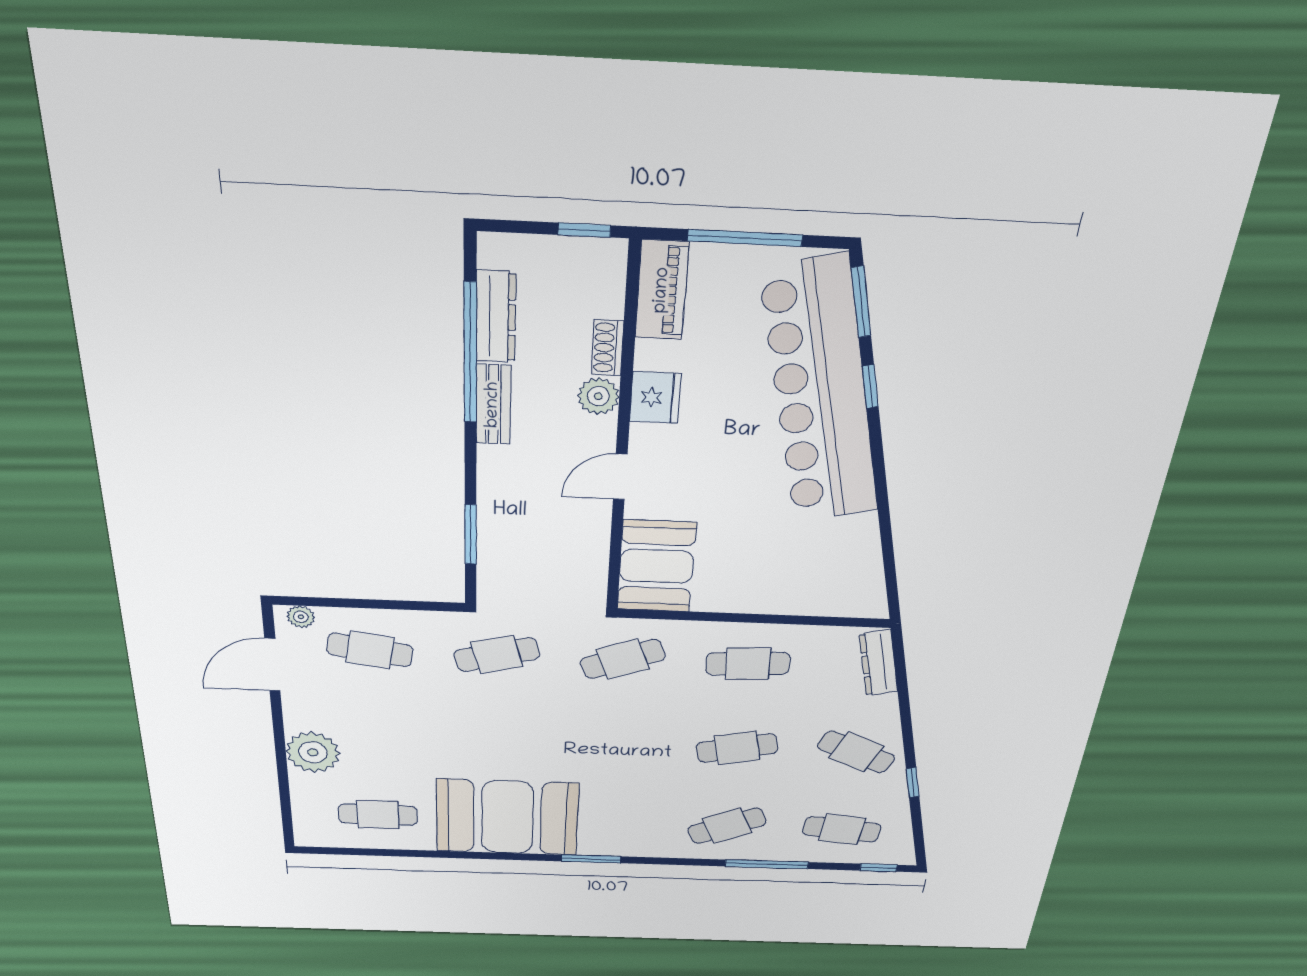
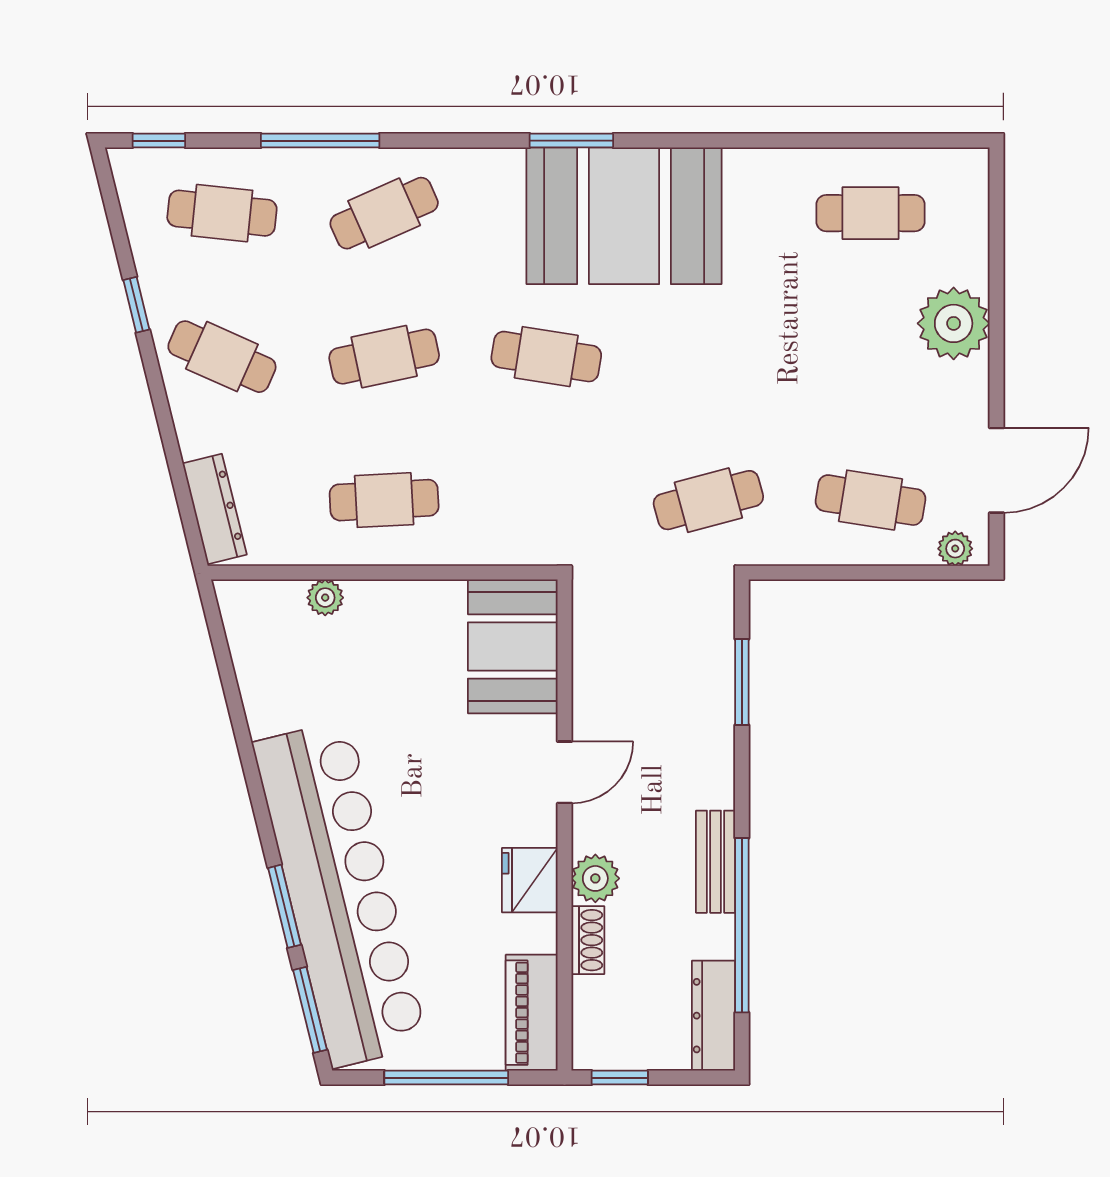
dresser: (496, 317) -> (713, 1016), moved
window: (870, 387) -> (284, 906), width x1.50
plant: (802, 604) -> (325, 598), added
cafe table: (623, 659) -> (546, 357), moved, turned 30
booth: (507, 817) -> (624, 216), moved

